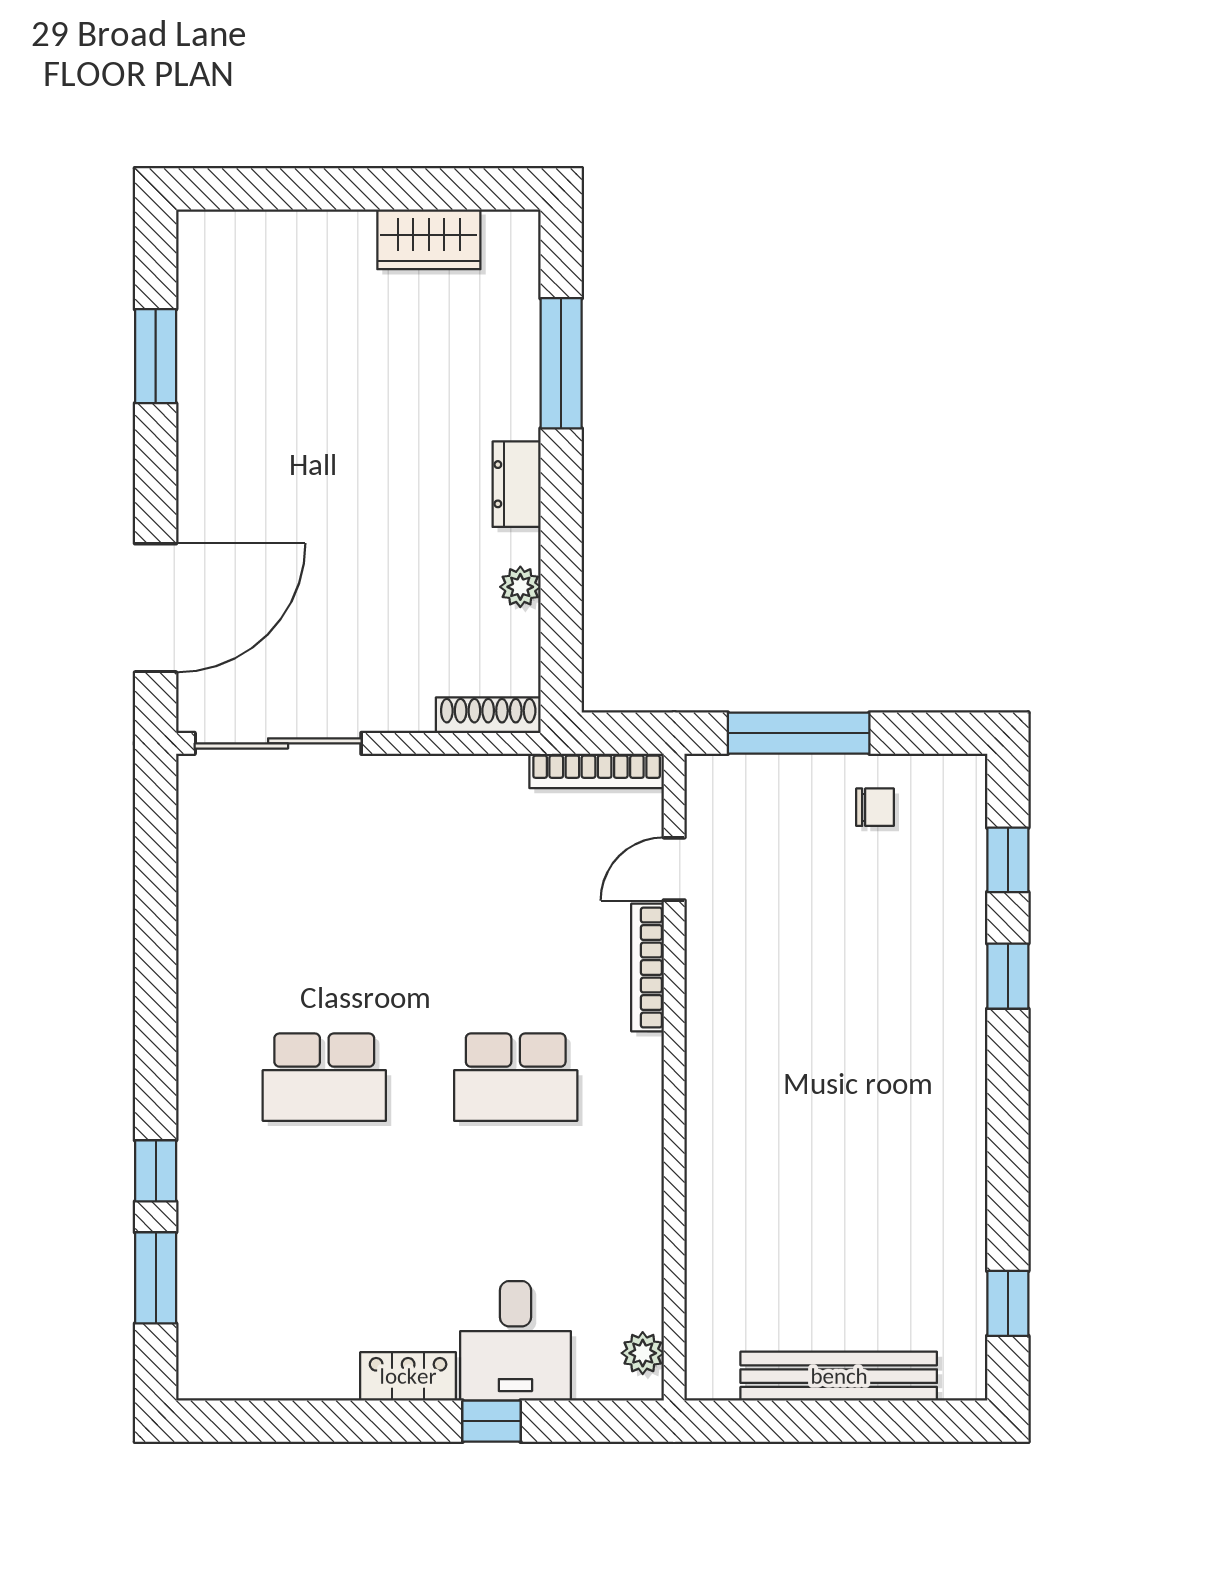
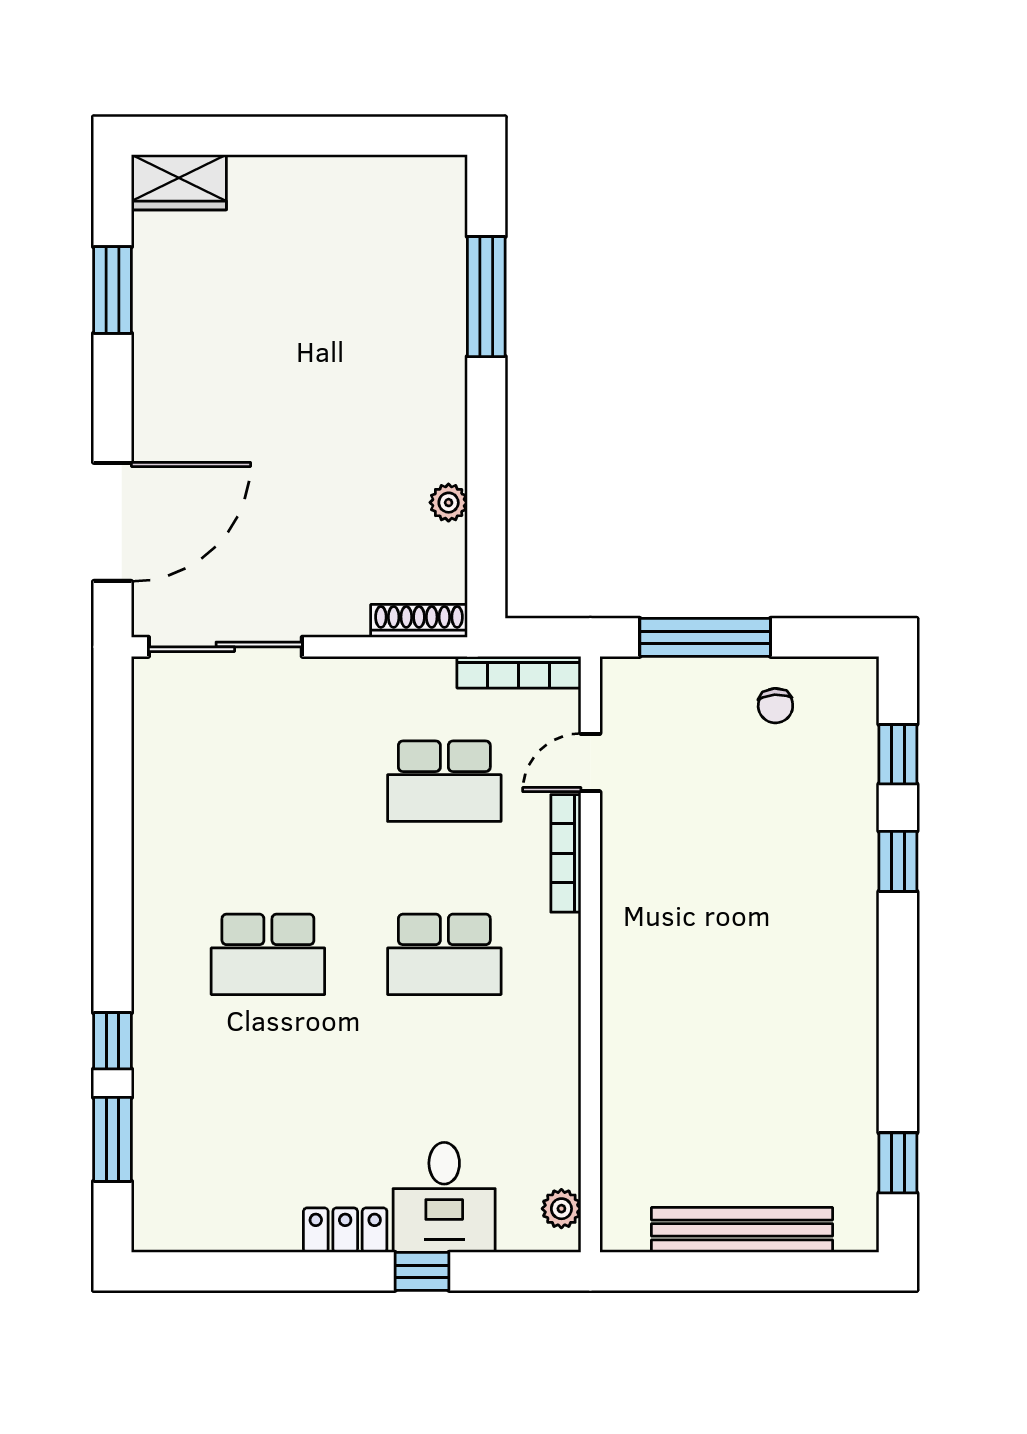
wardrobe: (429, 239) -> (179, 182), moved
dresser: (517, 484) -> (445, 408), removed
chair: (875, 807) -> (775, 706), turned 86
school desk: (516, 889) -> (444, 781), added

